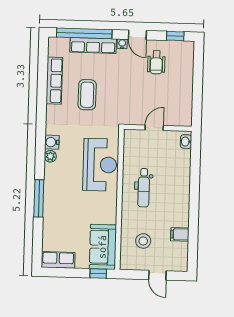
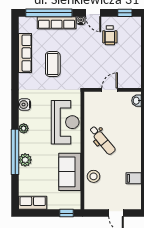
plant: (50, 156) -> (24, 128), moved
dental chair: (144, 188) -> (102, 140), turned -40
window: (39, 198) -> (15, 152), width x1.46
plant: (51, 208) -> (25, 160), added
stool: (143, 241) -> (94, 176), moved
sofa: (103, 247) -> (70, 172), moved

